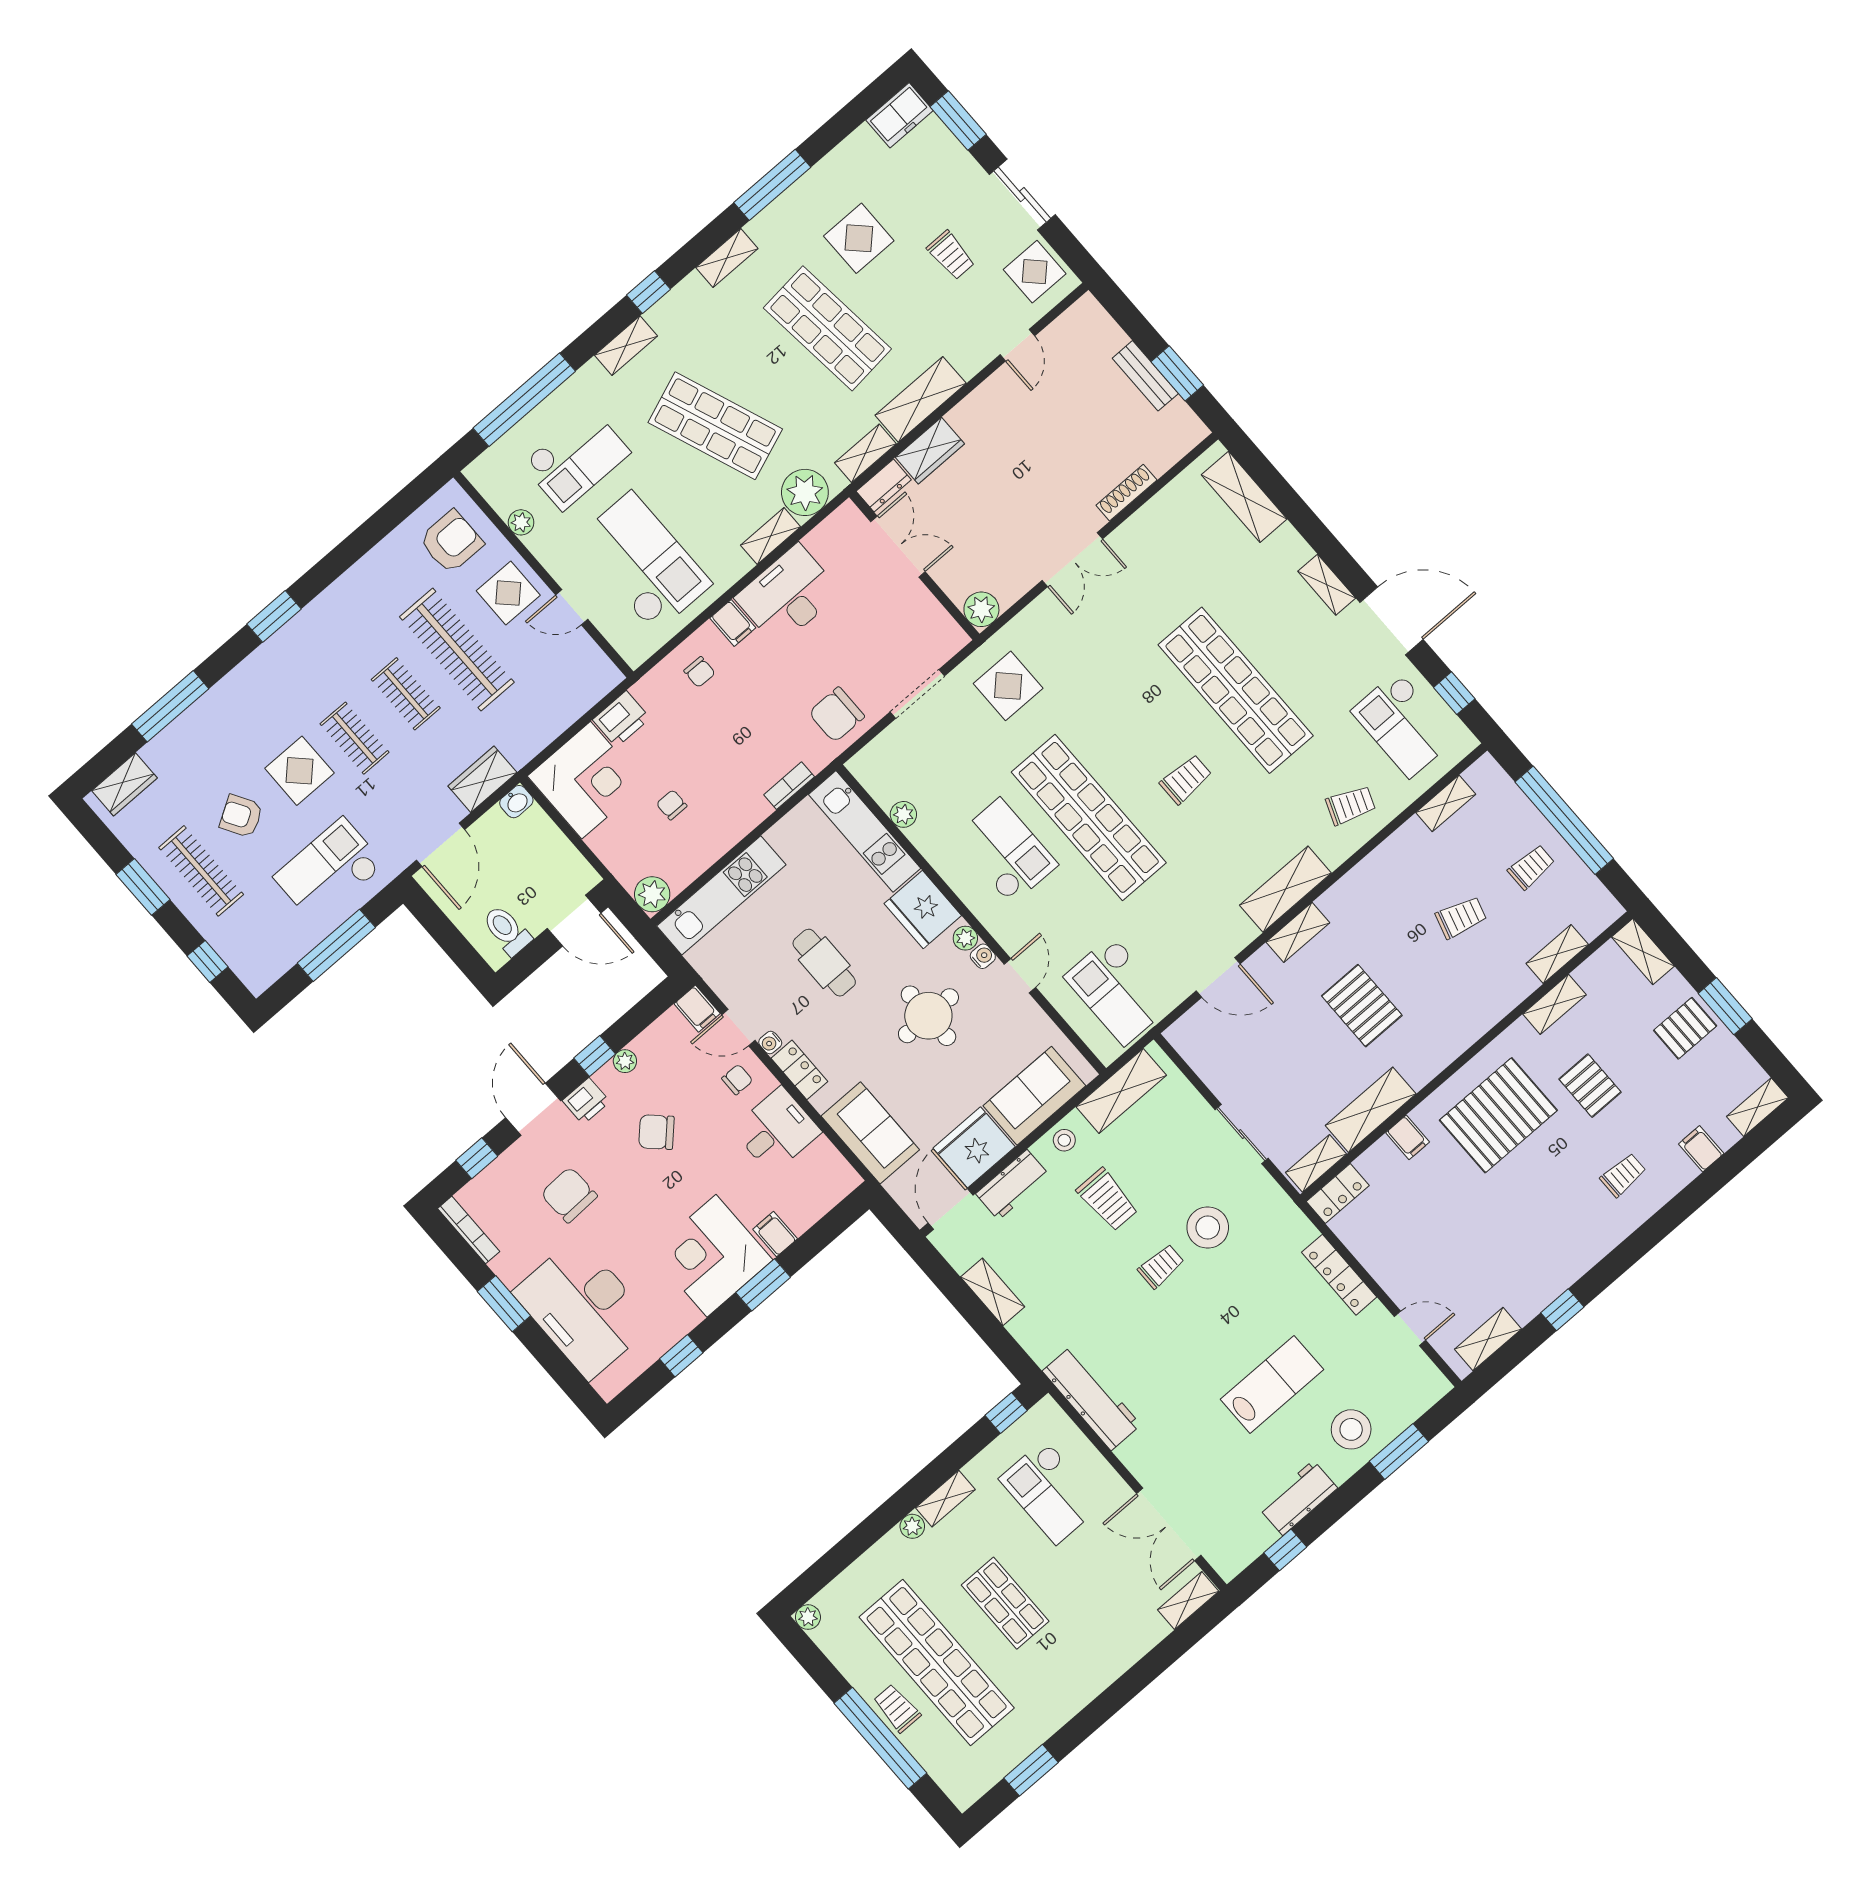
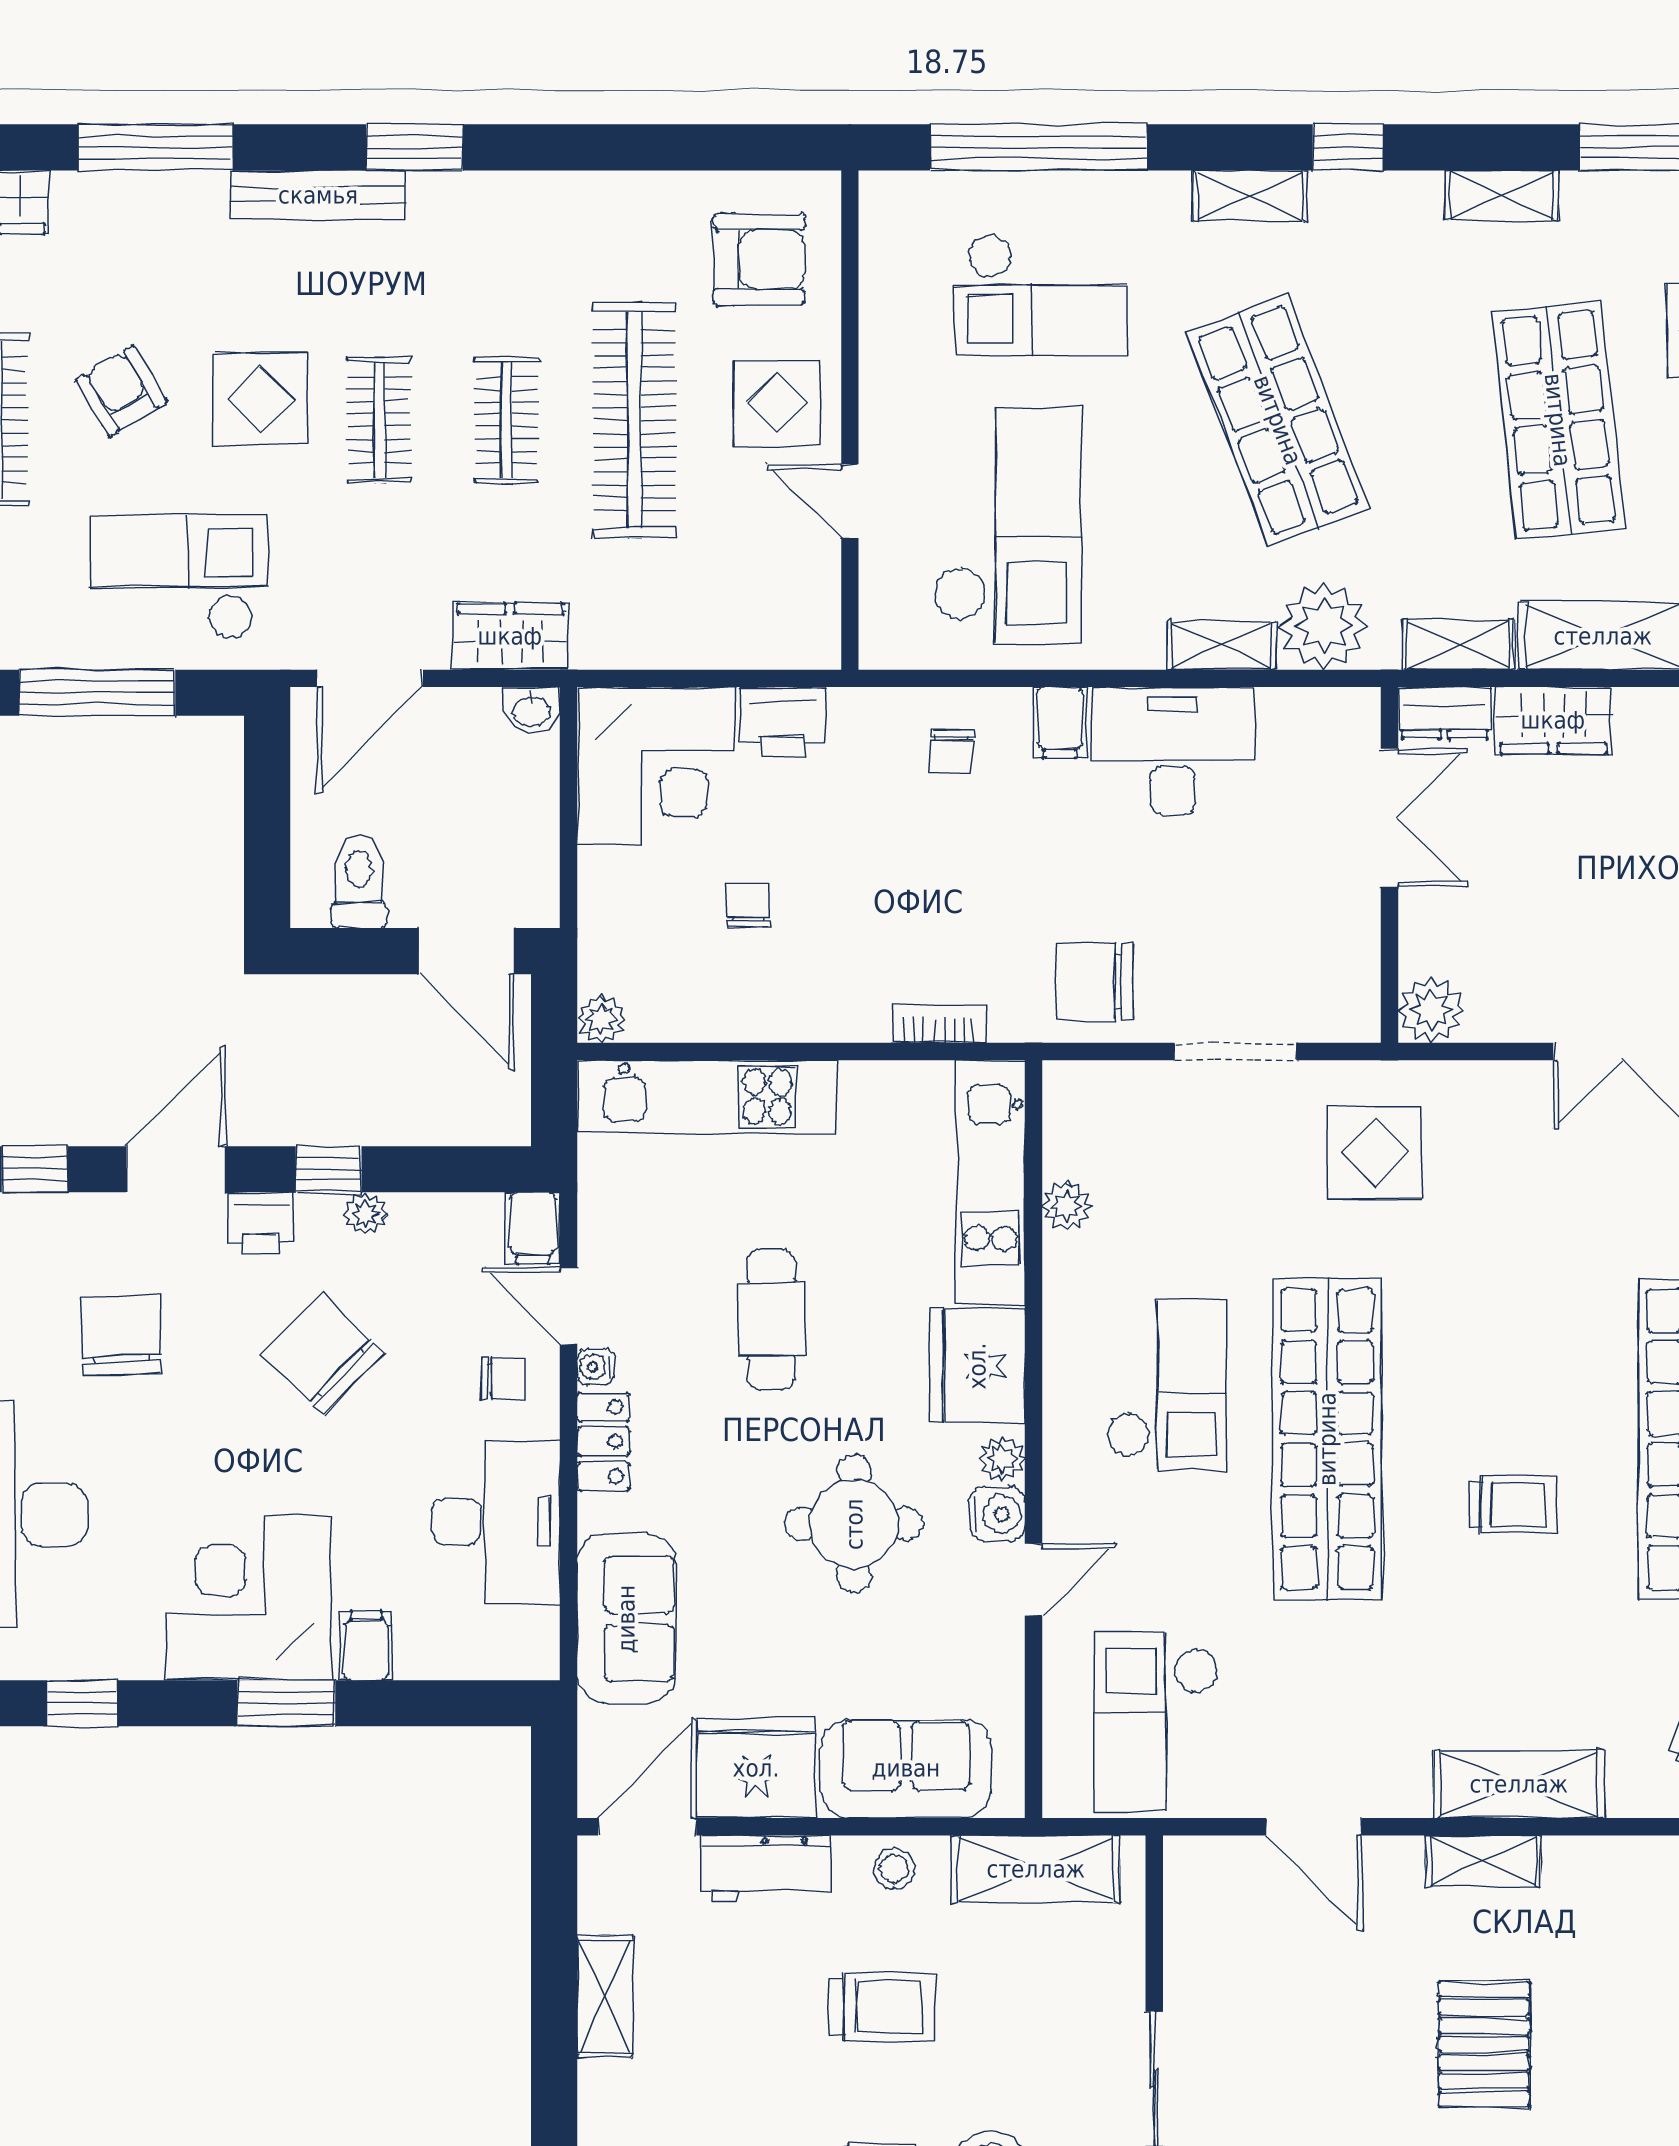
plant: (521, 522) -> (882, 318), removed
bench: (252, 669) -> (318, 195), added
plant: (652, 894) -> (601, 1019), width x0.73, depth x0.73
water cooler: (983, 956) -> (997, 1514), width x1.38, depth x1.38
desk: (776, 1130) -> (496, 1522), width x1.37
chair: (656, 1132) -> (323, 1354), width x1.37, depth x1.37
trolley: (1107, 1200) -> (882, 2006), turned -90

